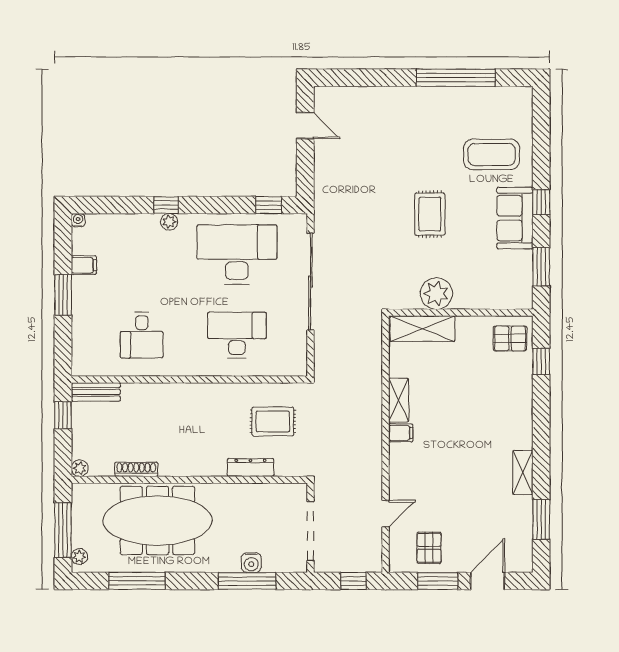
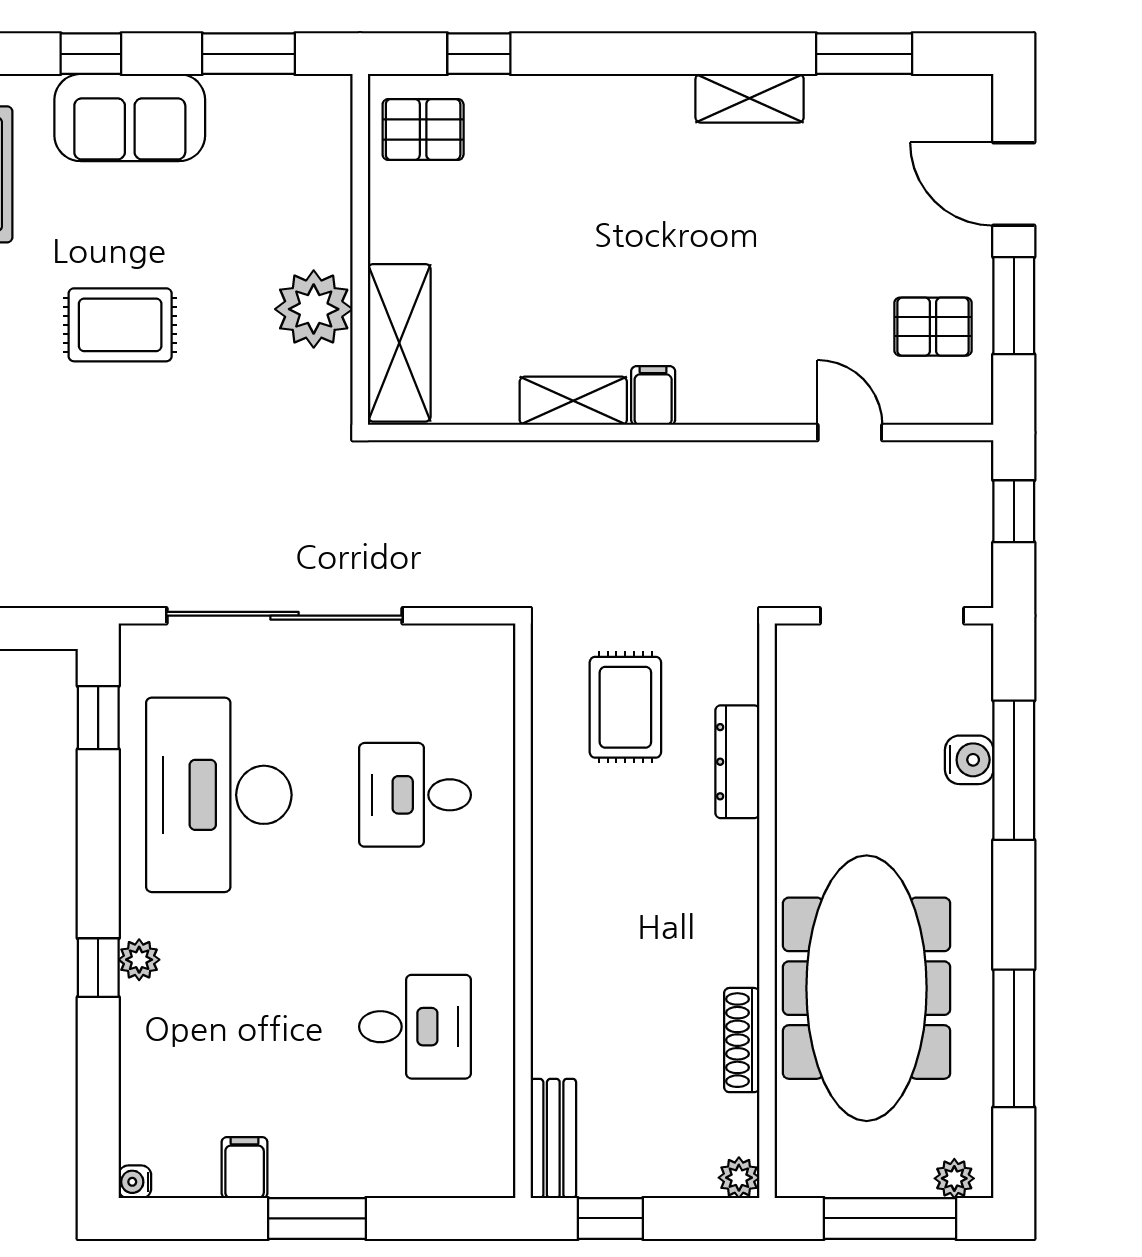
desk: (237, 335) -> (415, 795), width x0.73
pallet: (510, 338) -> (423, 129), turned 90

